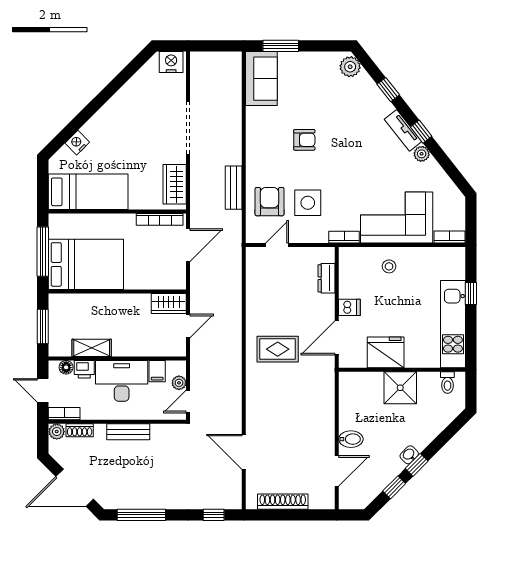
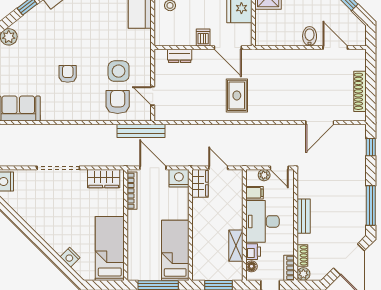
bench: (234, 188) -> (141, 131), moved, width x1.36
armchair: (270, 202) -> (118, 102), turned 90
bookcase: (344, 237) -> (146, 42), removed
bed: (86, 264) -> (175, 250), width x0.67
nightstand: (175, 277) -> (179, 178), added

